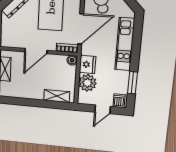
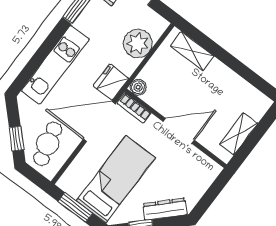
fridge: (87, 64) -> (111, 82), moved

